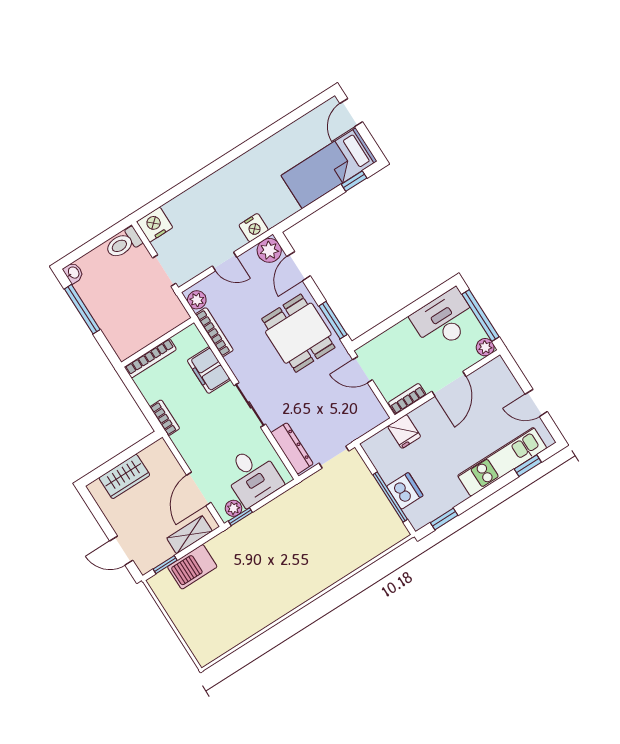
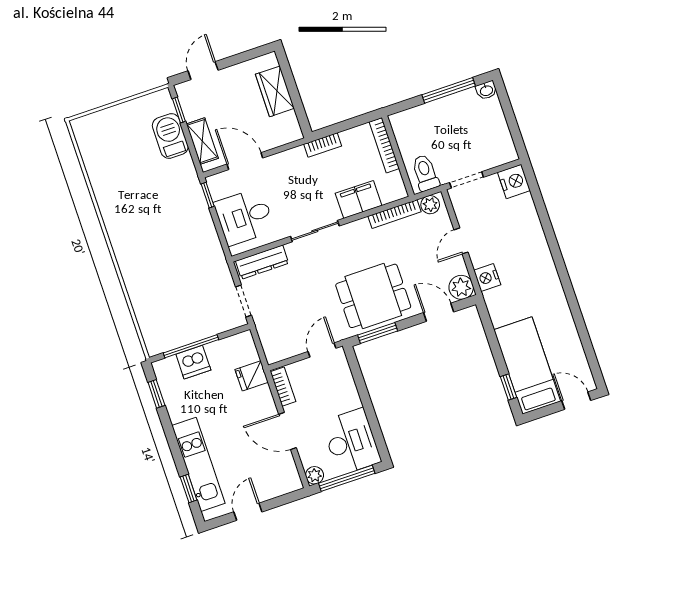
toilet: (123, 243) -> (425, 173), moved
plant: (234, 508) -> (217, 190), removed

